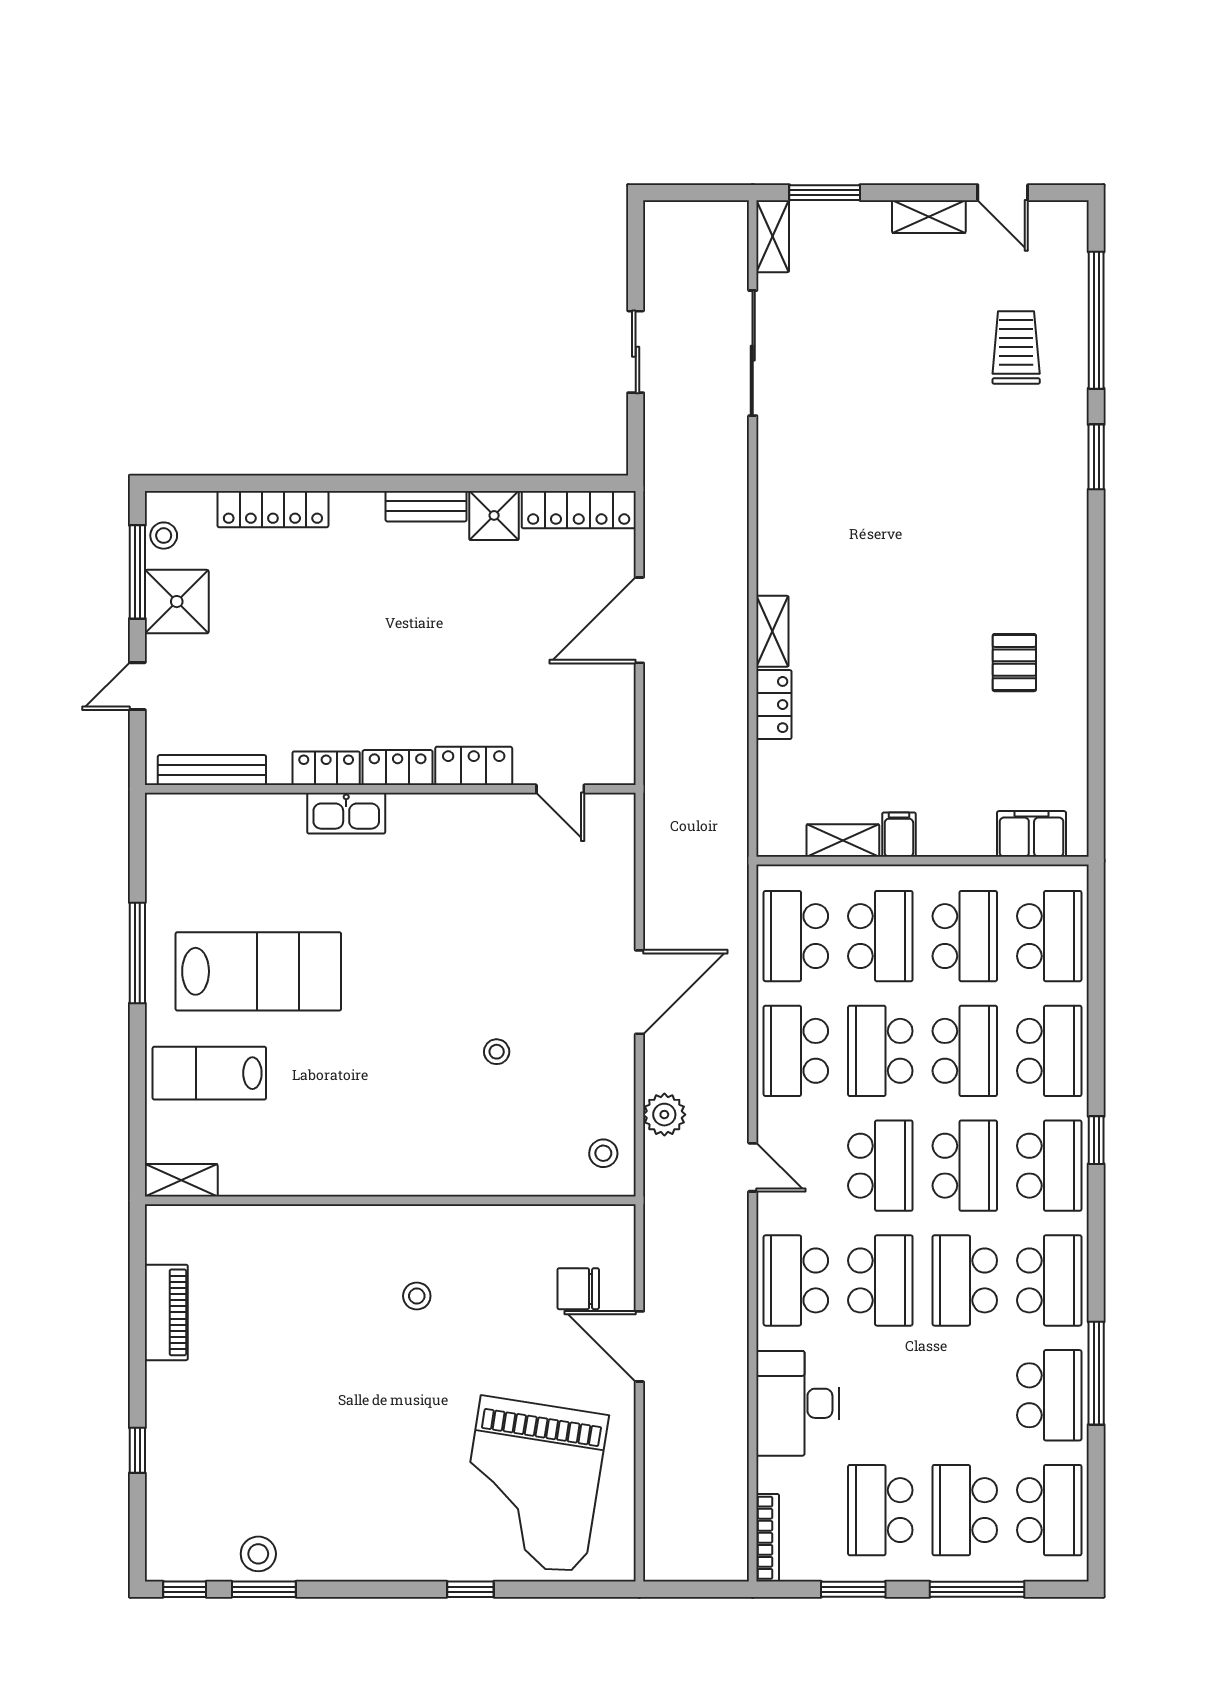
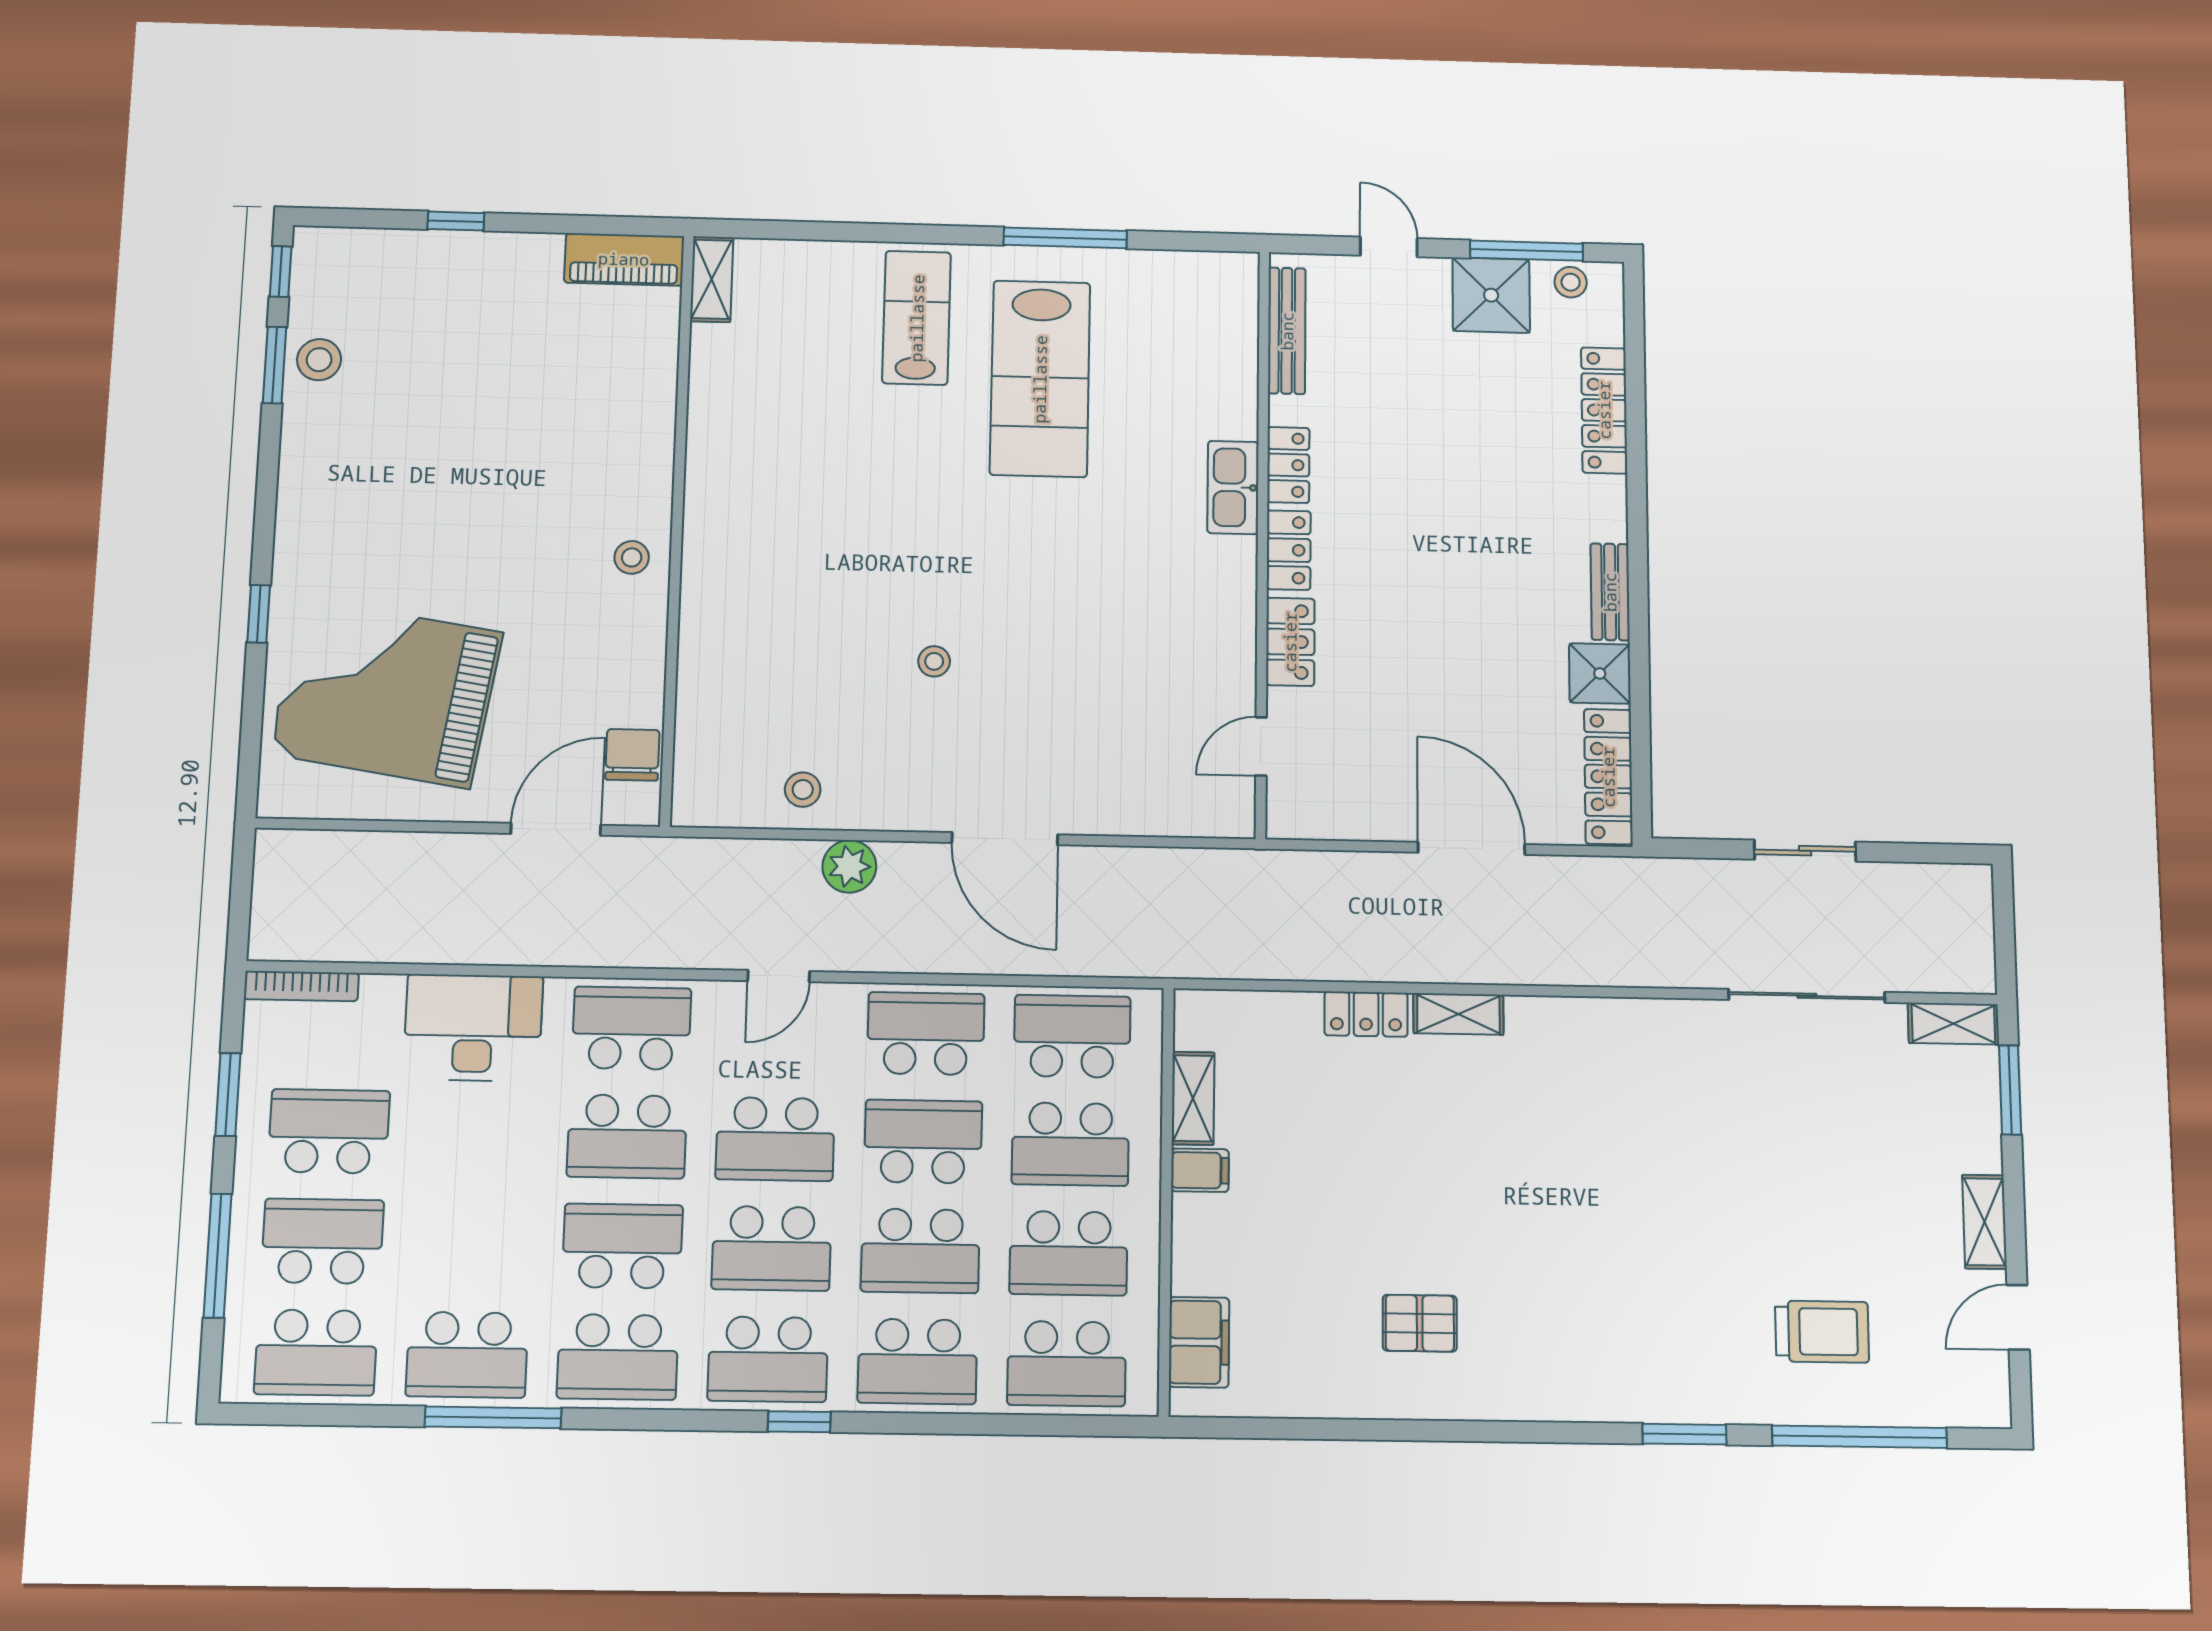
shelving: (181, 1180) -> (712, 279), moved
wall: (390, 1200) -> (677, 527), moved

